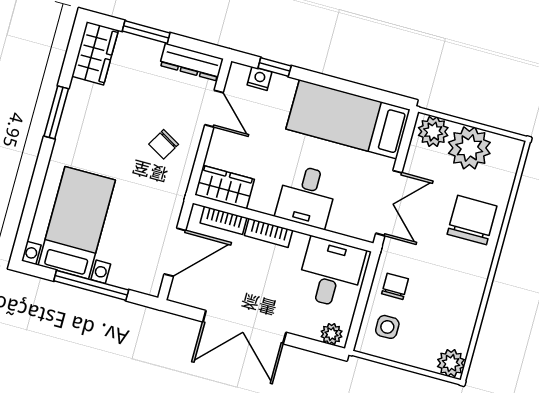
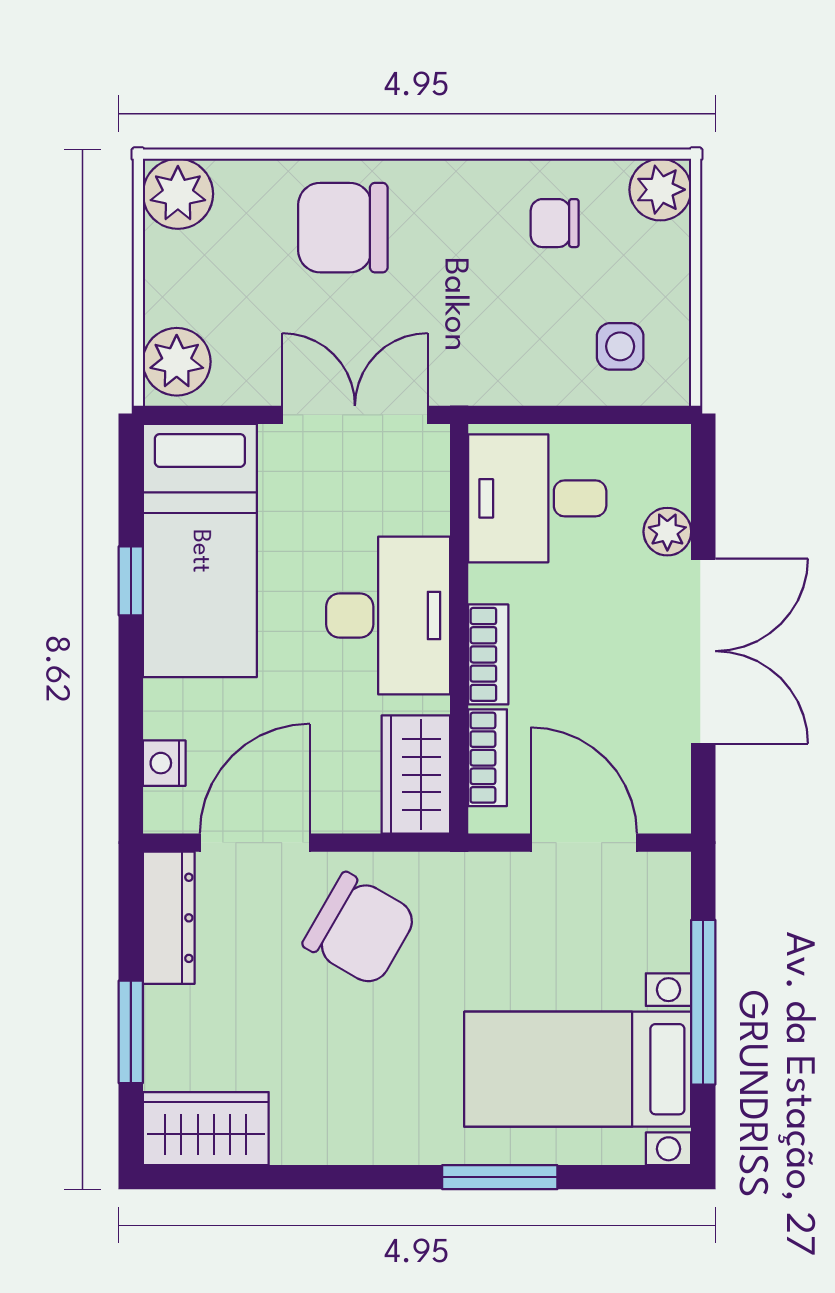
window: (275, 67) -> (131, 581), moved
door: (214, 109) -> (255, 843), width x1.38
window: (56, 112) -> (500, 1177), moved
chair: (164, 144) -> (360, 929), width x1.87, depth x1.87
plant: (469, 148) -> (178, 194), moved, width x0.73, depth x0.73
desk: (307, 196) -> (388, 616), width x1.37
chair: (395, 286) -> (555, 223), moved
plant: (332, 334) -> (667, 532), moved

